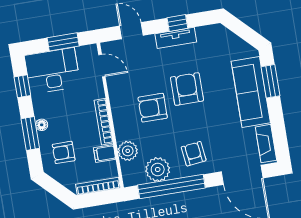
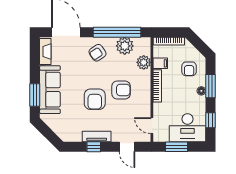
armchair: (64, 152) -> (189, 69), turned 90
armchair: (194, 154) -> (98, 53), turned 63

